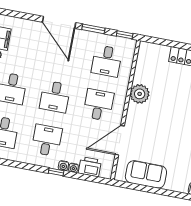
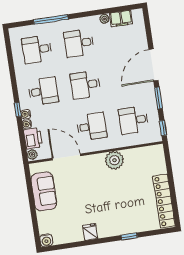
plant: (106, 173) -> (32, 155), added

